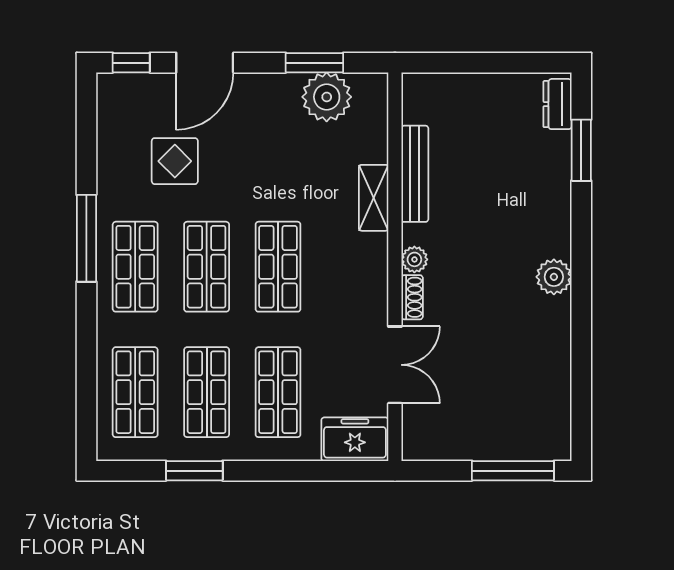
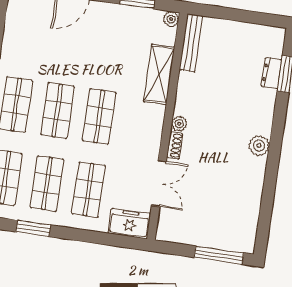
plant: (327, 97) -> (171, 19), moved, width x0.53, depth x0.53
dresser: (557, 104) -> (272, 73), moved
display table: (175, 161) -> (48, 46), removed
bench: (415, 174) -> (191, 43), moved
shelving: (374, 198) -> (159, 74), width x1.50, depth x1.33

